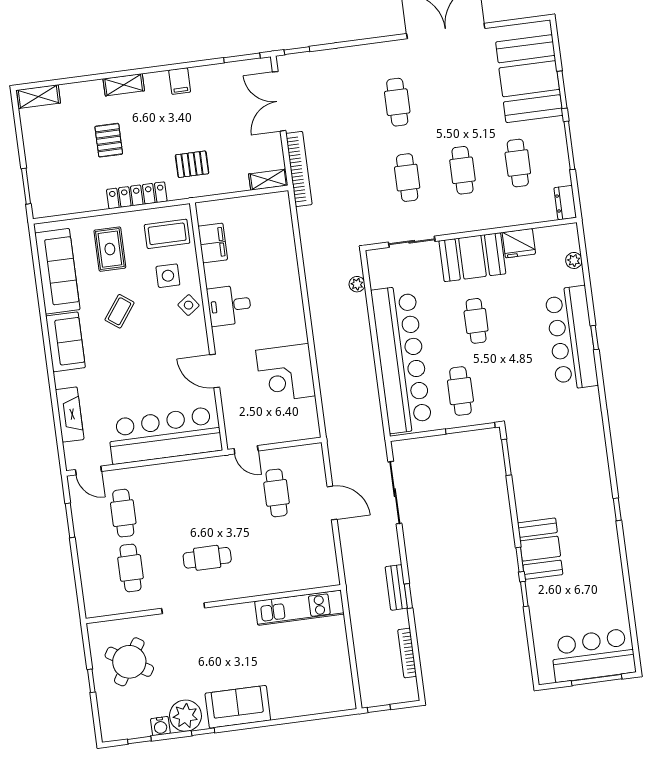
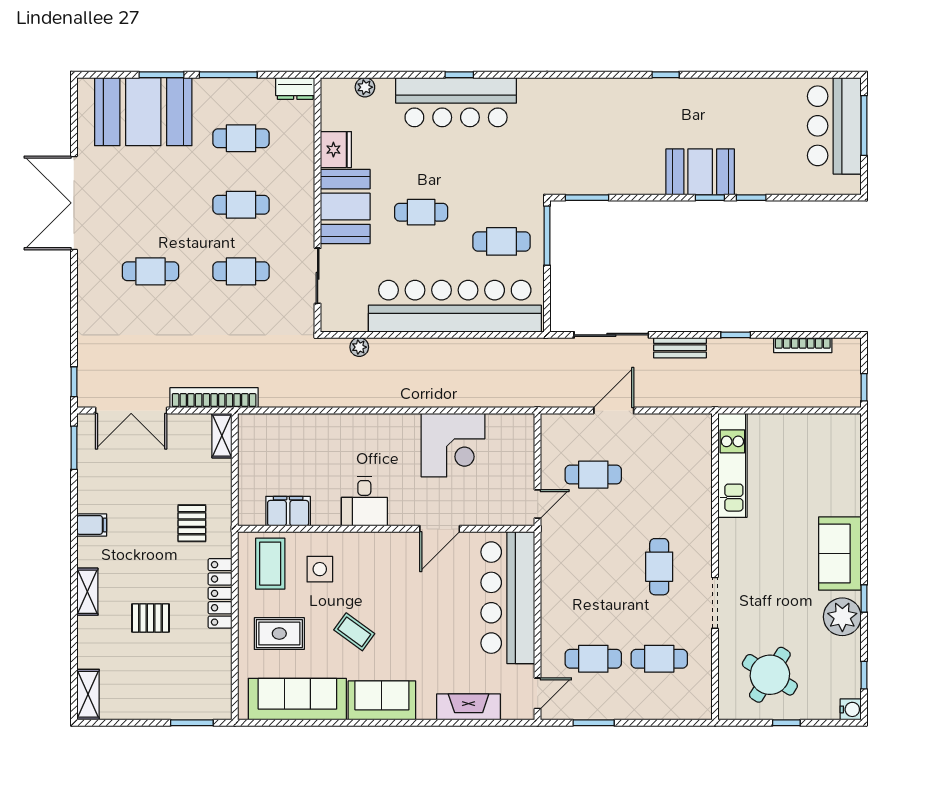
side table: (189, 305) -> (358, 549), removed
bench: (396, 587) -> (680, 348), moved
water cooler: (160, 726) -> (851, 709), moved

